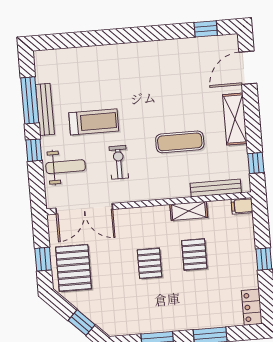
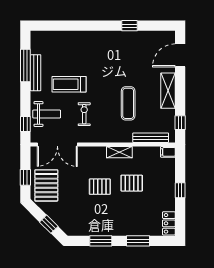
window: (206, 29) -> (129, 26), moved
treadmill: (94, 122) -> (69, 84), turned 180
exercise mat: (180, 142) -> (128, 103), turned 90
window: (34, 150) -> (25, 124), moved
shelving: (189, 211) -> (119, 152), moved
pallet: (194, 254) -> (132, 183), turned 90
pallet: (150, 263) -> (100, 187), turned 90

